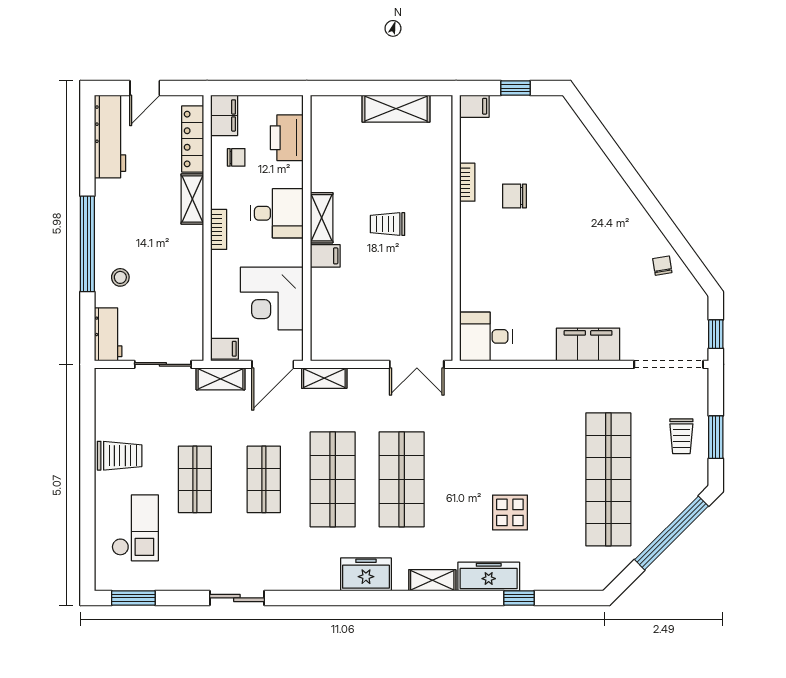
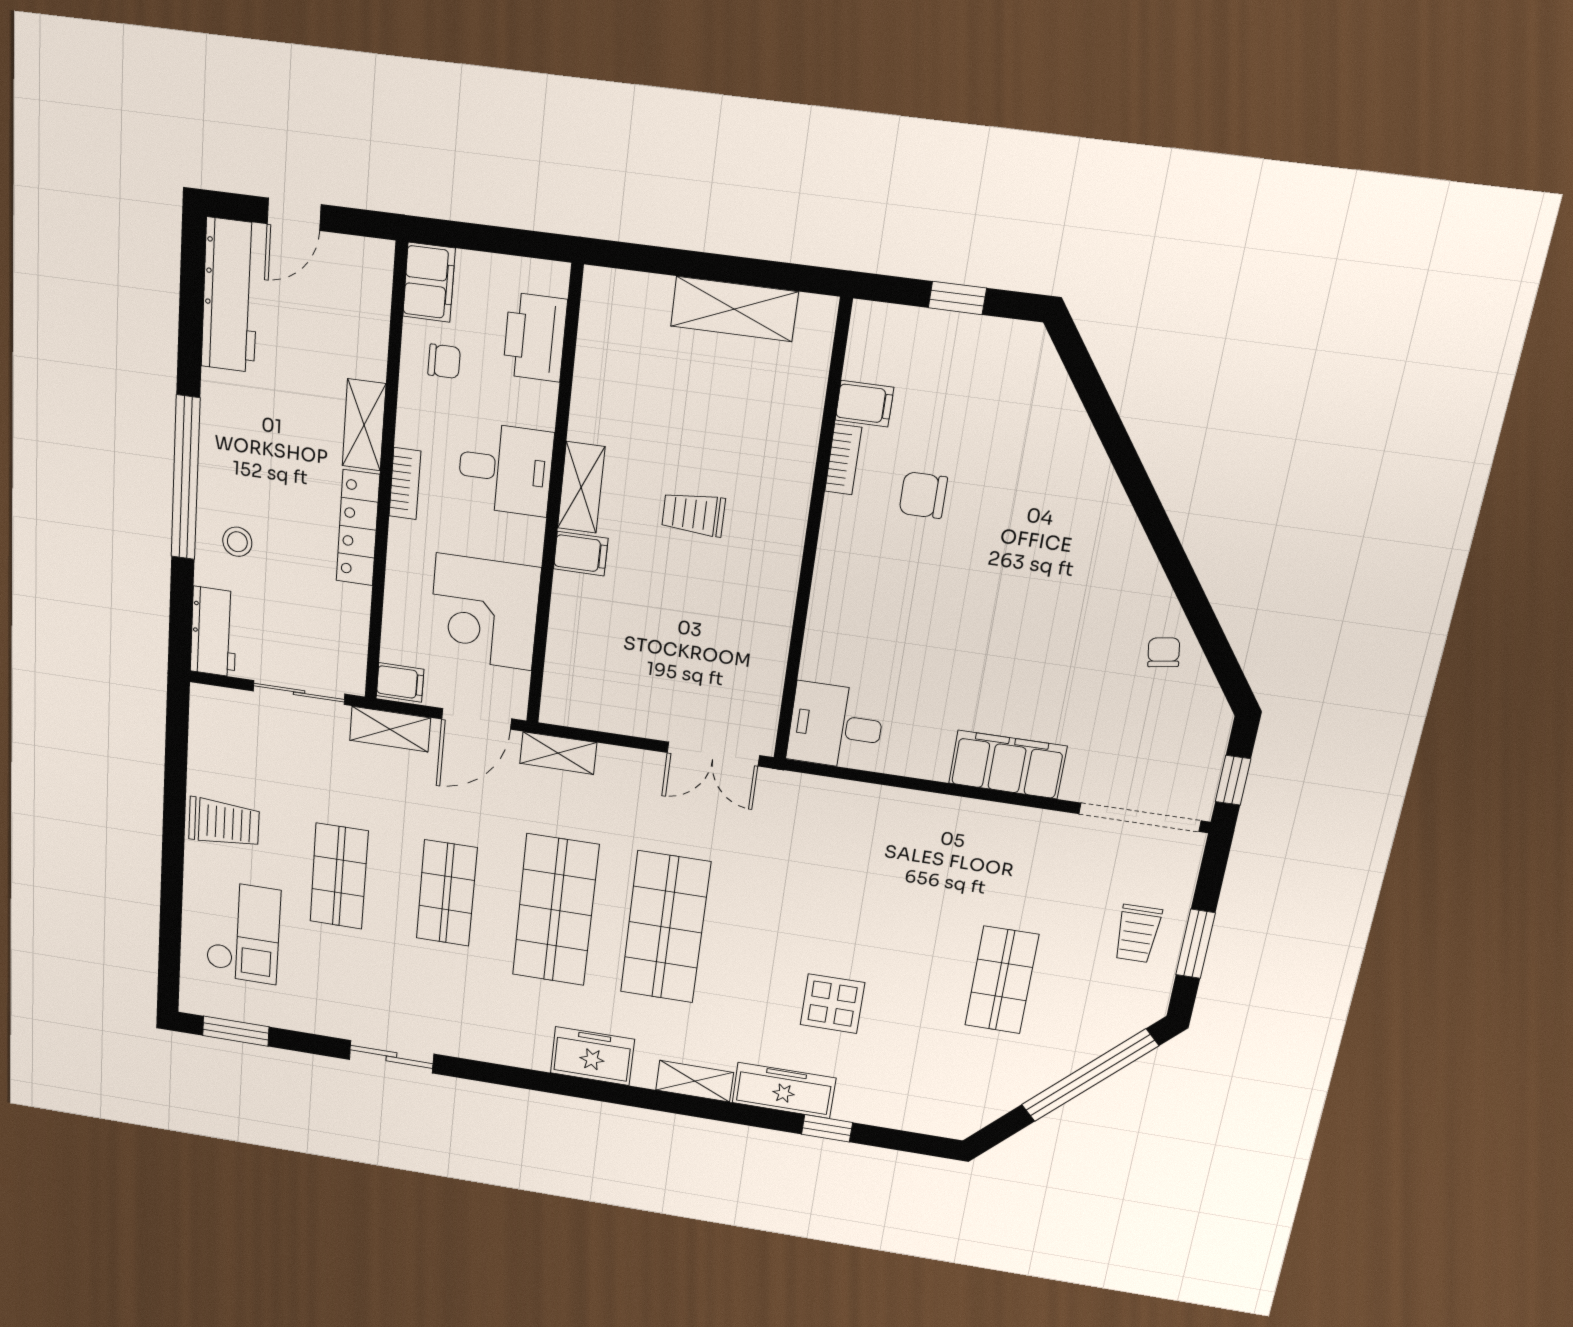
filing cabinet: (474, 106) -> (864, 404), moved
locker: (193, 139) -> (358, 528), moved
shop shelf: (608, 479) -> (1002, 980), width x0.50, depth x0.74

